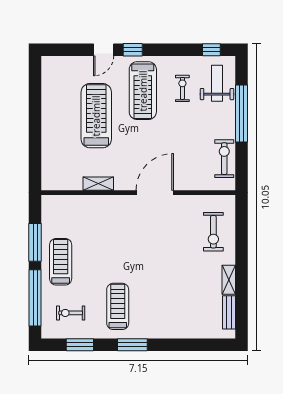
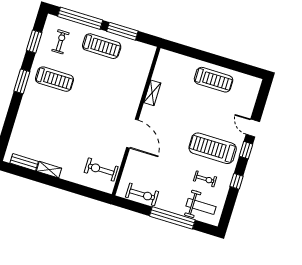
window: (211, 50) -> (237, 181), moved
treadmill: (96, 116) -> (214, 80), moved, width x0.73, depth x0.73
exercise bike: (213, 232) -> (101, 170), moved

